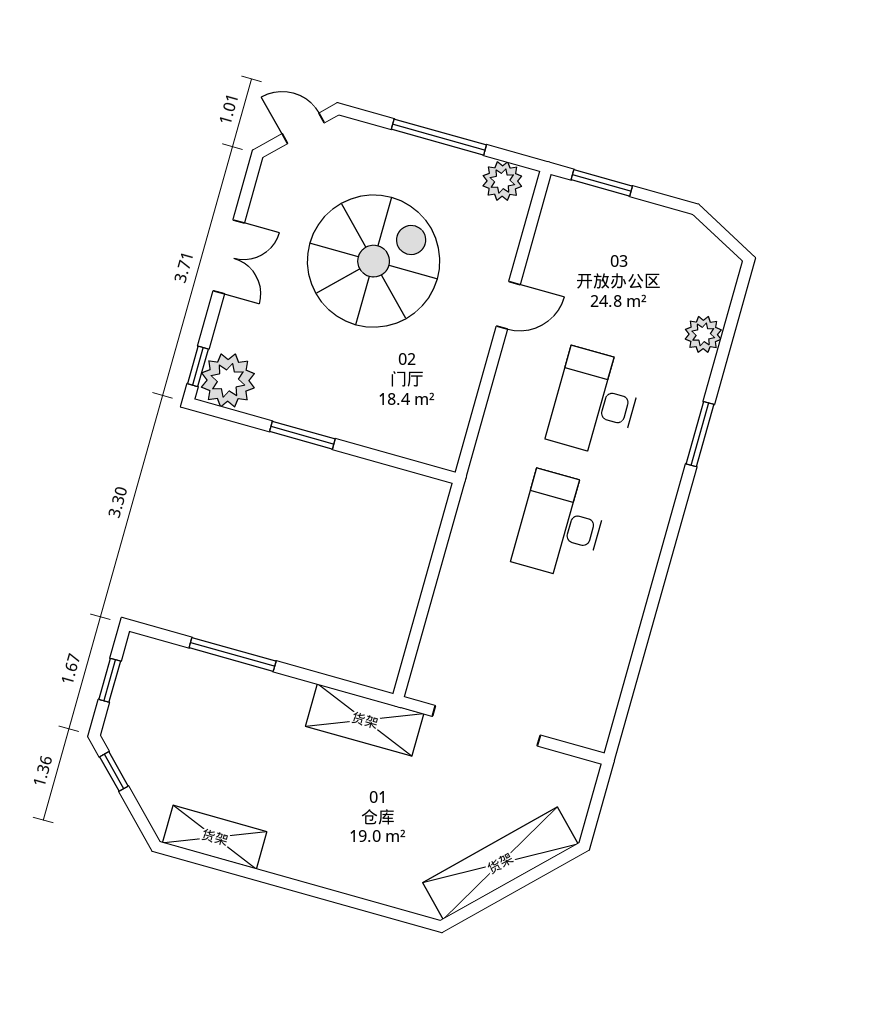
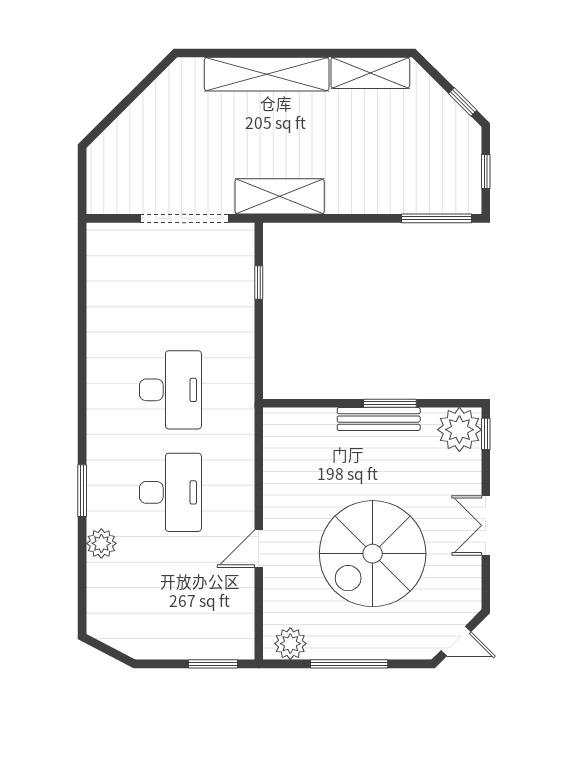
plant: (703, 334) -> (101, 543), moved
bench: (321, 420) -> (379, 419), added
window: (419, 624) -> (259, 282), added
window: (233, 654) -> (437, 218), moved
shelving: (500, 863) -> (267, 74), moved, turned 45

